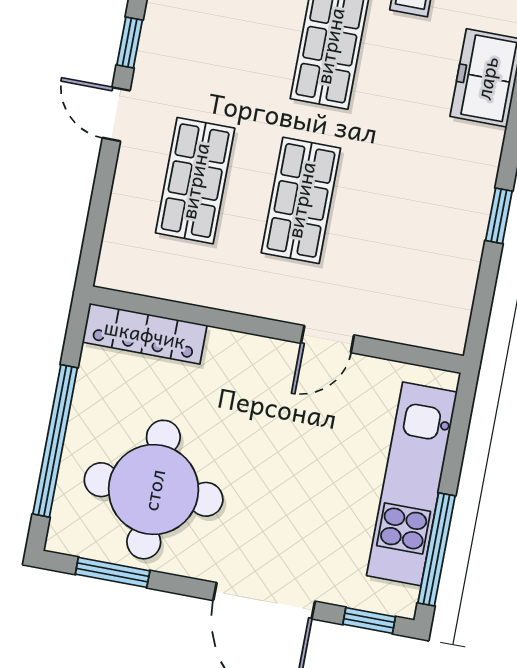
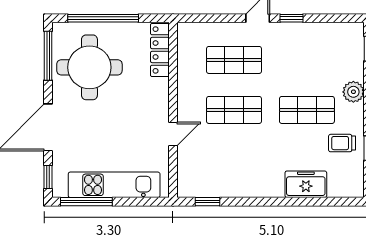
window: (499, 216) -> (208, 202), moved
door: (328, 339) -> (173, 134), swing flipped
window: (113, 572) -> (48, 56), width x1.44

